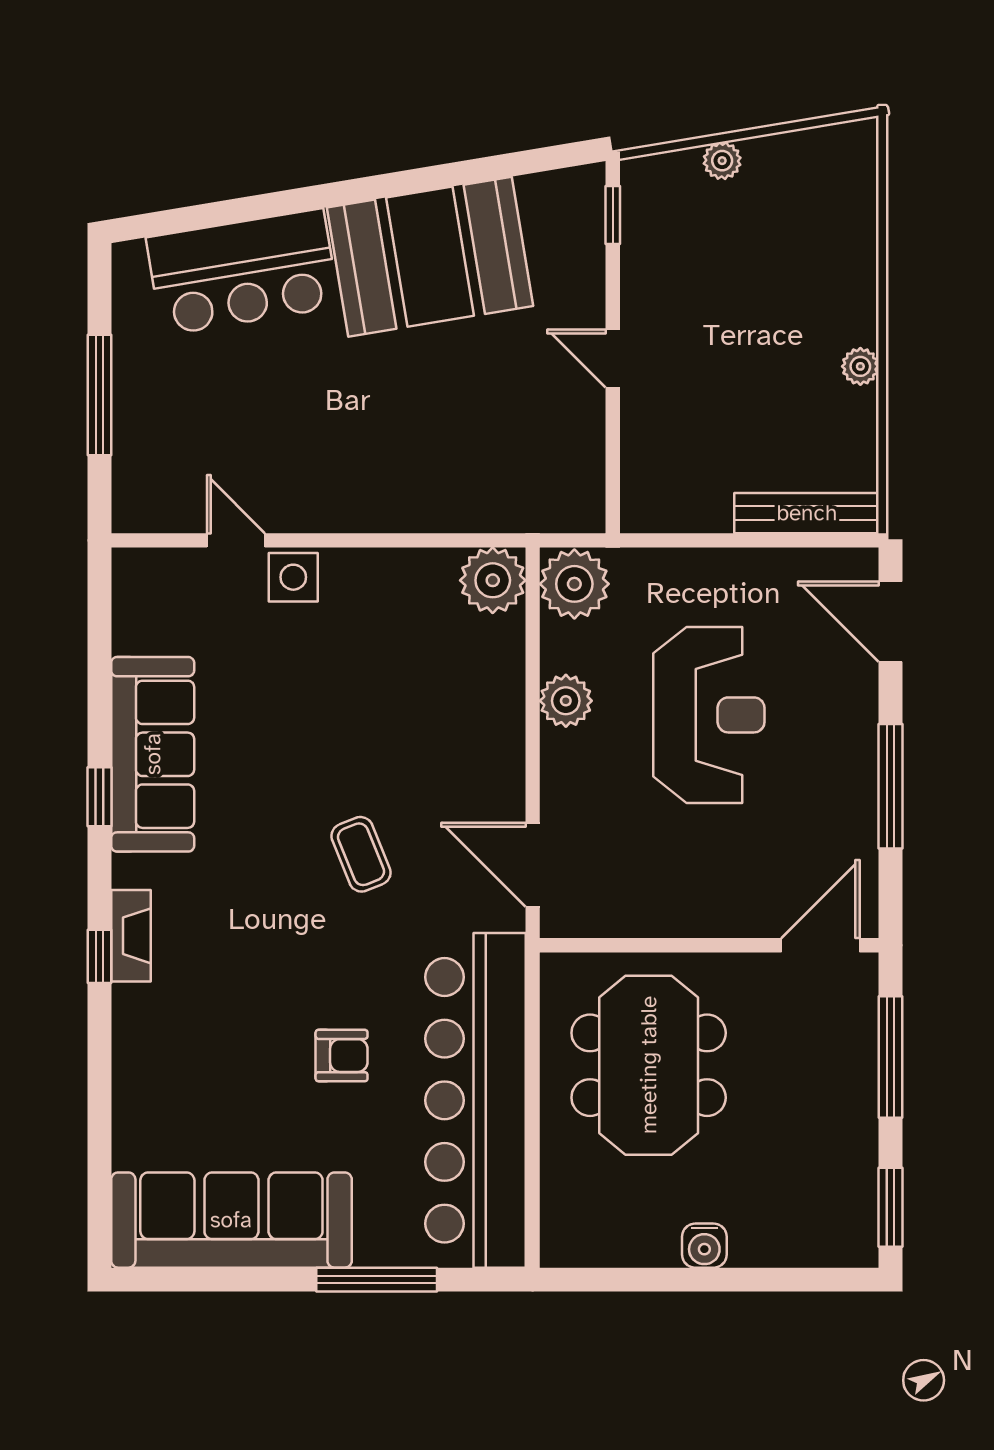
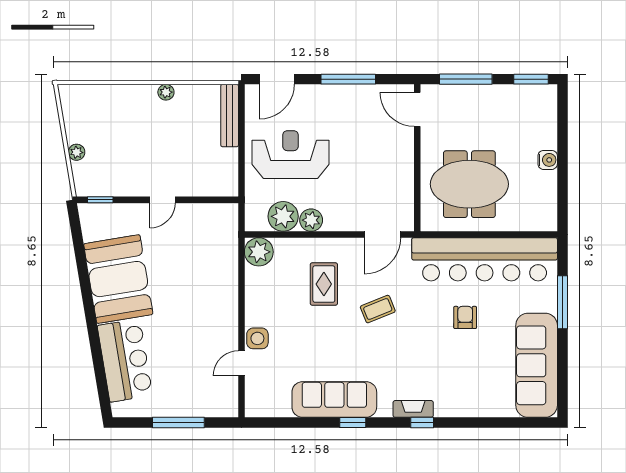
plant: (574, 584) -> (283, 216), moved
reception desk: (709, 715) -> (291, 155), moved
rug: (419, 730) -> (324, 284), added

